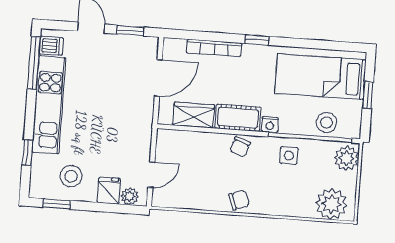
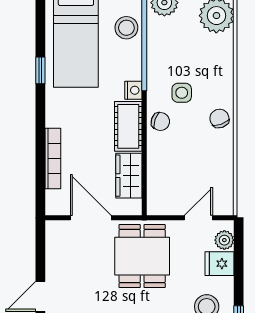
window: (130, 31) -> (40, 253), removed
window: (257, 40) -> (40, 70), moved
dining table: (121, 122) -> (142, 256), added
side table: (289, 156) -> (182, 93), moved
door: (151, 175) -> (199, 218), hinge flipped

